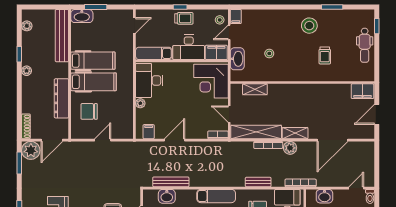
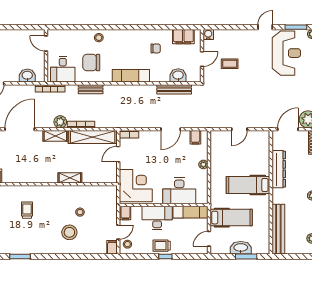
washbasin: (82, 16) -> (241, 248), moved
stool: (309, 26) -> (69, 232), moved
filing cabinet: (216, 52) -> (125, 213), width x0.50
washbasin: (237, 59) -> (111, 207), removed
hospital bed: (93, 61) -> (231, 218), moved, turned 180
desk: (149, 80) -> (179, 191), moved, turned 90
shelving: (255, 89) -> (70, 178), moved
chair: (89, 111) -> (252, 157), removed
door: (229, 114) -> (118, 154), swing flipped

